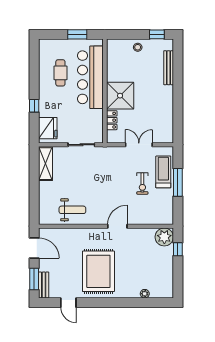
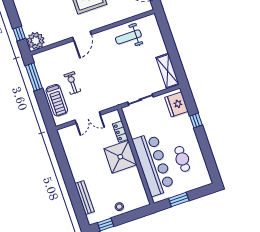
window: (178, 182) -> (34, 77), moved

